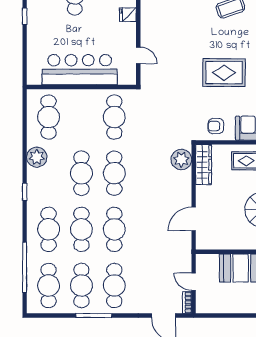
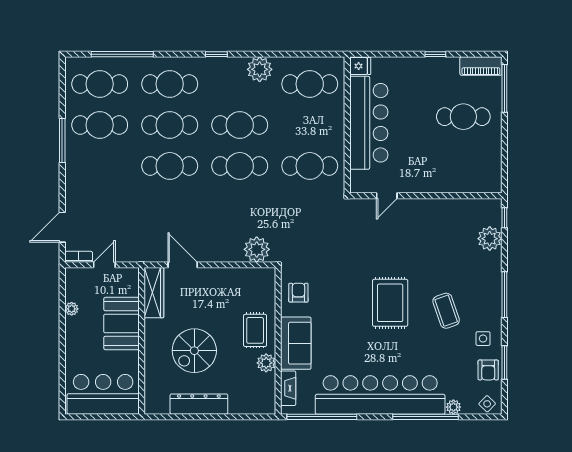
fridge: (128, 15) -> (360, 66), moved, turned 90
rug: (224, 73) -> (390, 303), moved
wardrobe: (204, 165) -> (154, 293), moved, turned -90
cafe table: (114, 285) -> (100, 166), removed
plant: (229, 308) -> (72, 309), added

